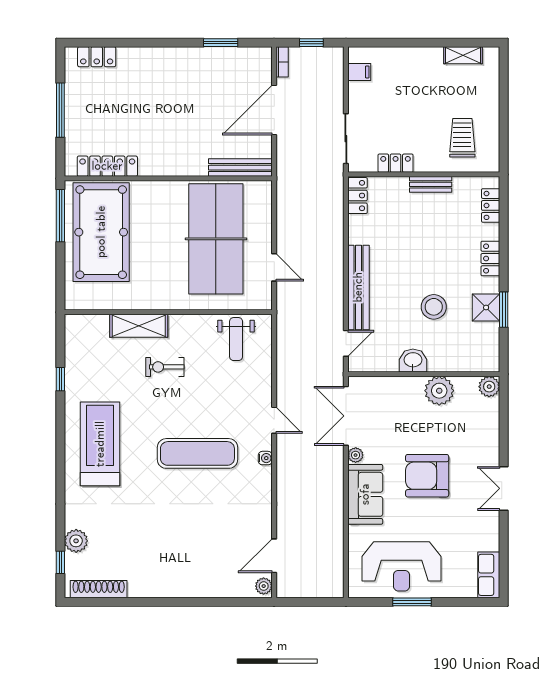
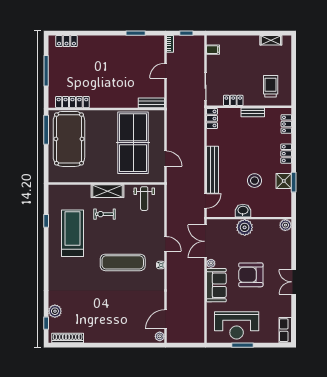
door: (274, 110) -> (165, 71), width x0.53
bench: (240, 168) -> (151, 103), width x0.73
shelving: (139, 326) -> (108, 191), moved
plant: (439, 391) -> (245, 227), moved
treadmill: (100, 444) -> (72, 233), moved

